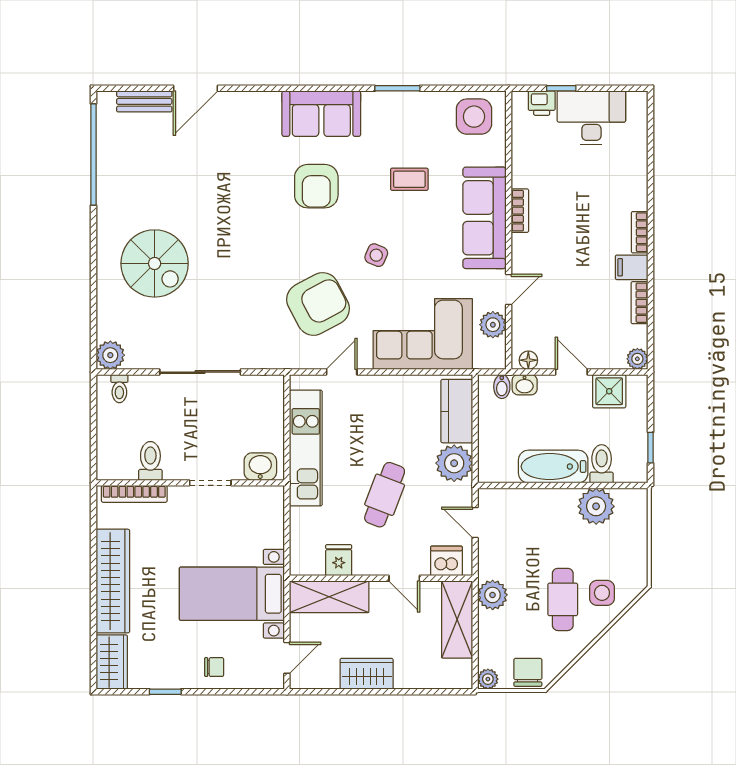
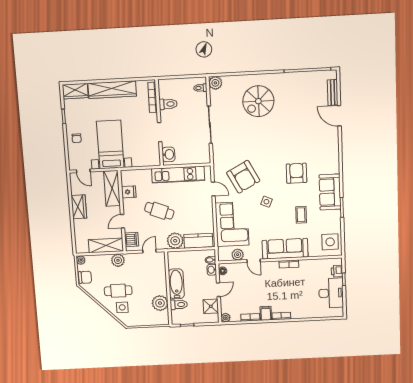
sofa: (321, 114) -> (330, 192), moved
armchair: (316, 186) -> (296, 173), turned 90

